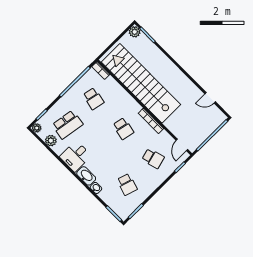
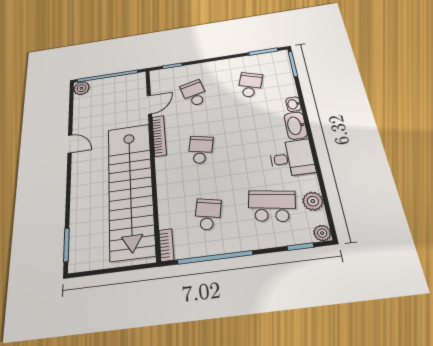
plant: (135, 32) -> (82, 88), moved
door: (210, 98) -> (70, 144), moved
door: (182, 145) -> (149, 105), moved

